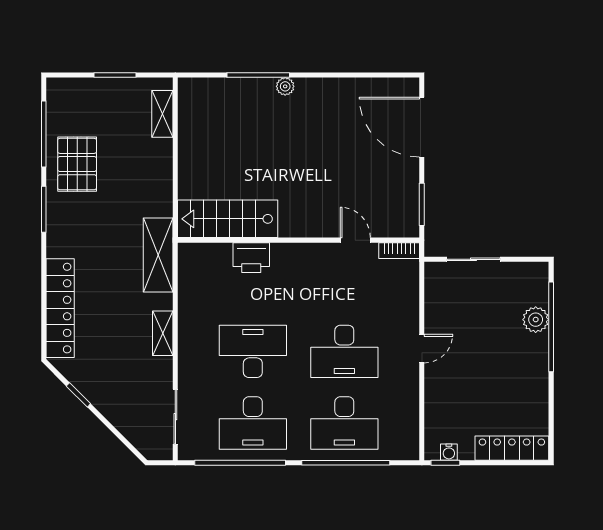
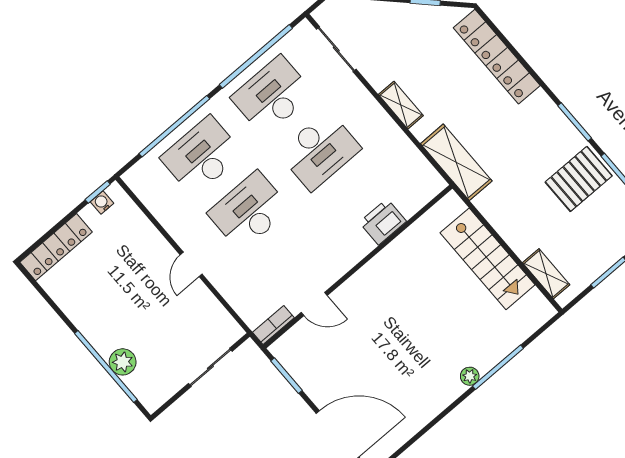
pallet: (77, 164) -> (579, 179), turned 90
stairs: (228, 219) -> (488, 259), moved, turned 90

